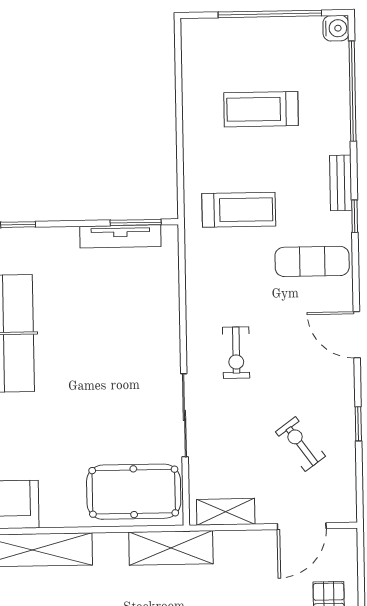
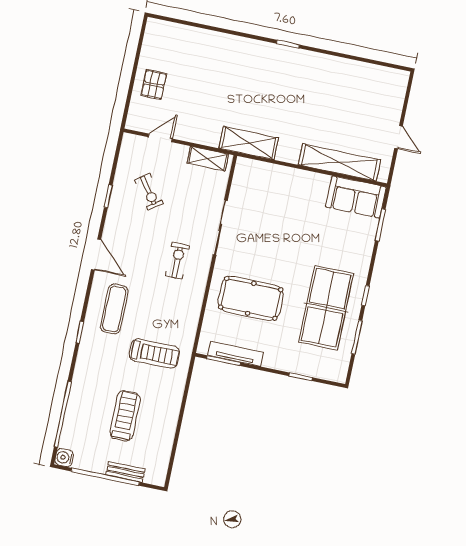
treadmill: (261, 109) -> (125, 416), turned -90
bench: (341, 183) -> (125, 472), moved, turned 90
treadmill: (239, 210) -> (154, 354), turned 180
exercise mat: (312, 261) -> (114, 309), turned 90
pool table: (134, 492) -> (251, 298), moved
door: (302, 526) -> (160, 138), width x0.73

